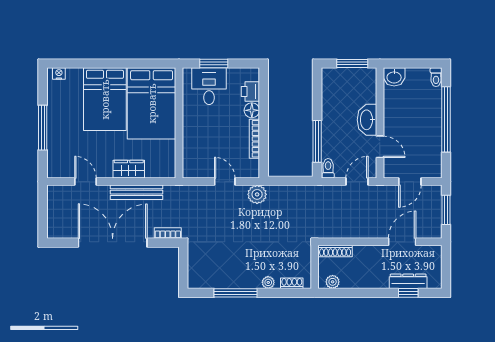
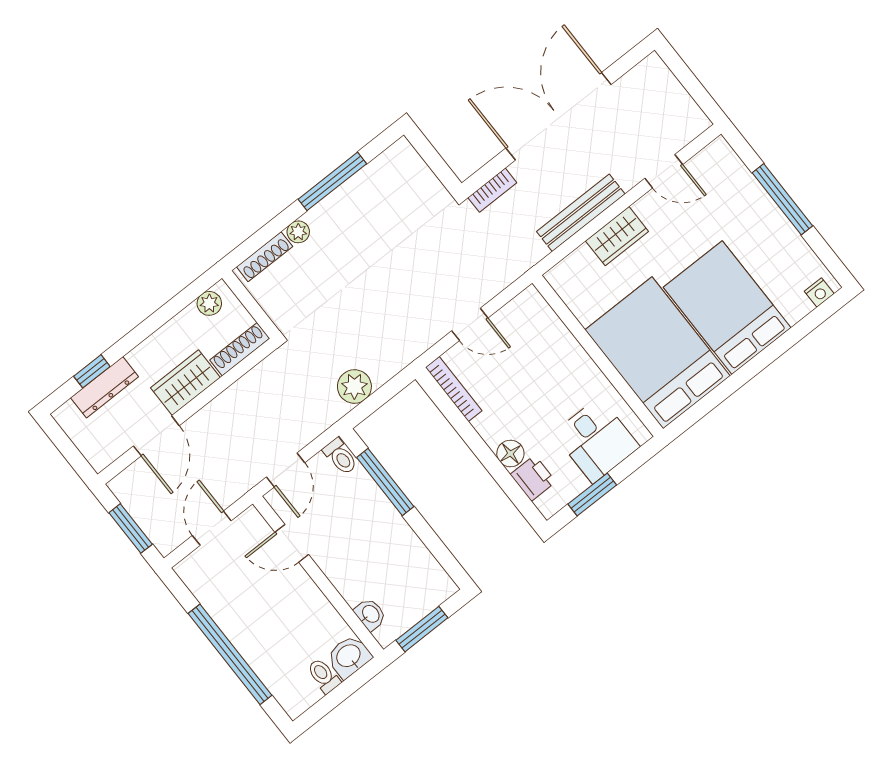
window: (214, 64) -> (592, 494), moved
toilet: (436, 77) -> (324, 676), moved
washbasin: (367, 120) -> (370, 614), moved, width x0.52, depth x0.69
bookcase: (254, 139) -> (454, 389), moved
plant: (257, 194) -> (354, 386), moved
double door: (113, 243) -> (559, 116), swing flipped
wardrobe: (371, 255) -> (185, 383), added
shoe rack: (292, 283) -> (265, 257), width x1.43

